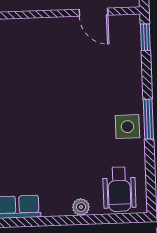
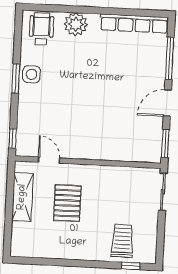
plant: (81, 207) -> (76, 24), width x1.88, depth x1.88

